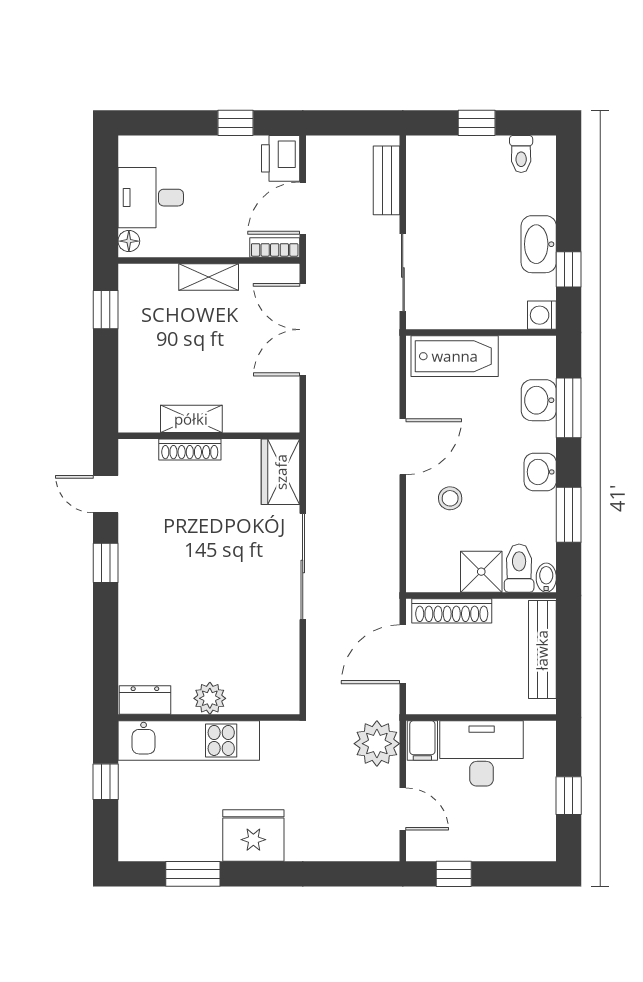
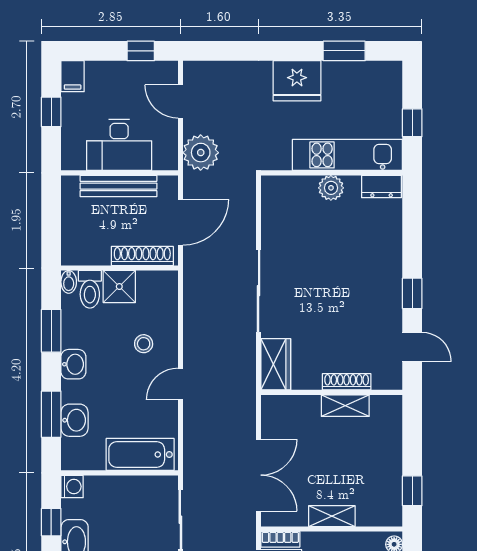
door: (403, 447) -> (180, 384), width x0.73
bench: (542, 650) -> (119, 186), moved, turned 90
filing cabinet: (422, 740) -> (73, 76), moved, turned 180

